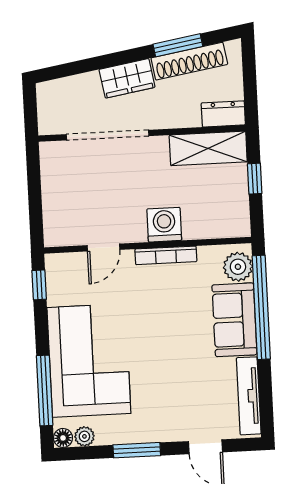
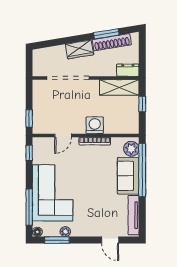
window: (36, 218) -> (29, 118), added
plant: (84, 436) -> (65, 232), moved
window: (137, 450) -> (57, 240), moved

